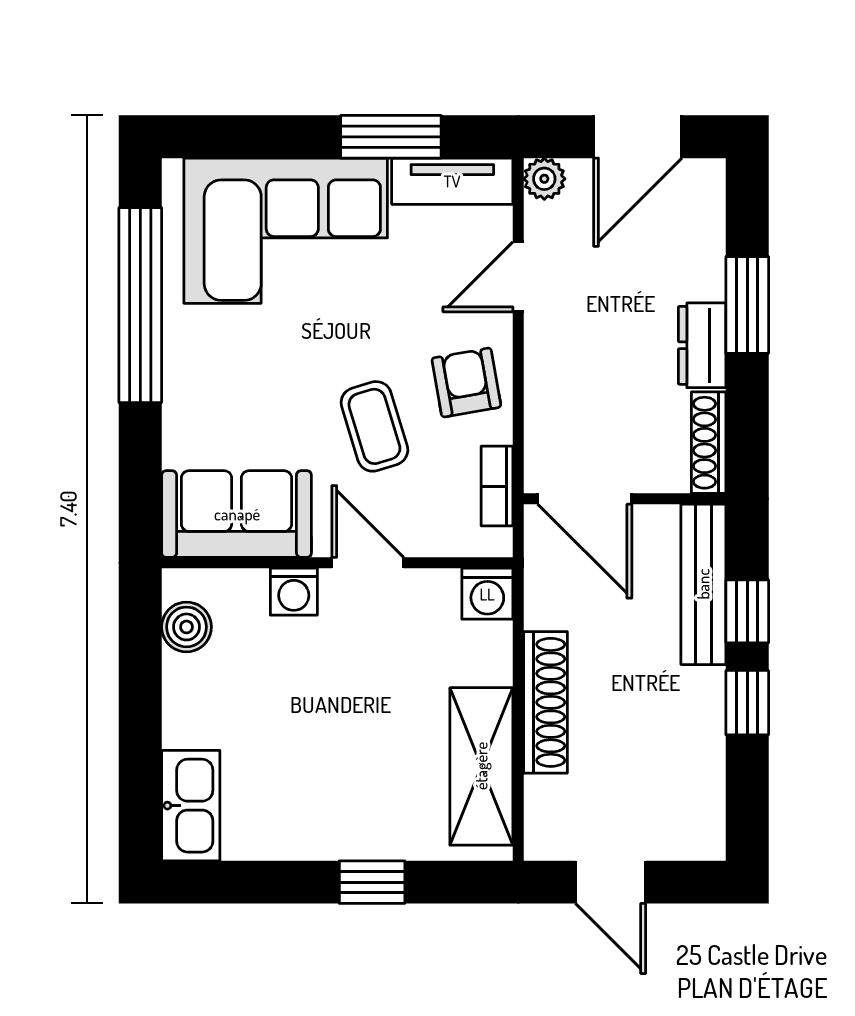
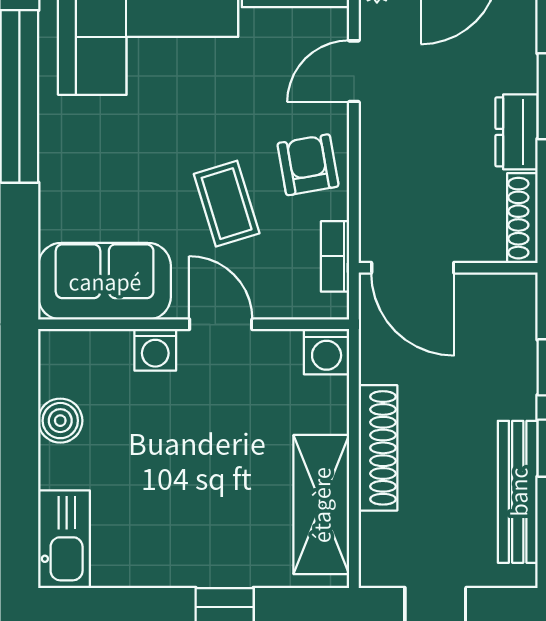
bench: (703, 584) -> (518, 492), moved
boiler: (187, 627) -> (60, 421), moved

